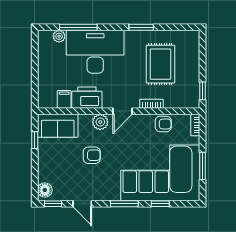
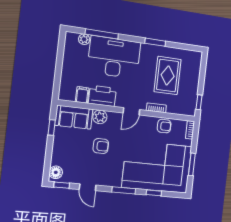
plant: (100, 122) -> (100, 117), moved

